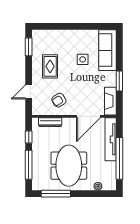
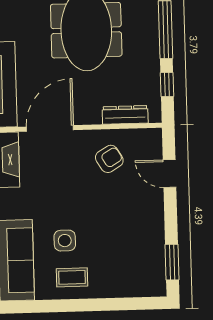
coffee table: (79, 41) -> (72, 277), added
rug: (50, 66) -> (129, 225), removed
door: (29, 92) -> (170, 174), swing flipped

